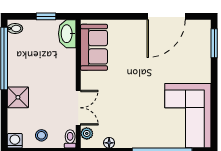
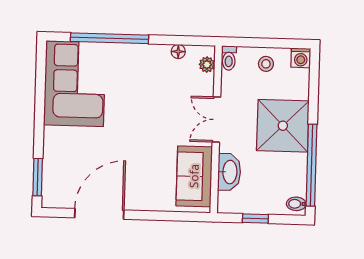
washbasin: (67, 34) -> (229, 172), moved
shower: (18, 97) -> (283, 126), width x1.86, depth x1.86
double door: (78, 108) -> (216, 120), moved

